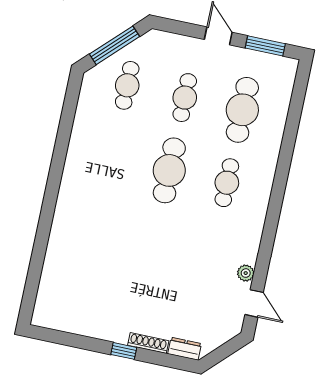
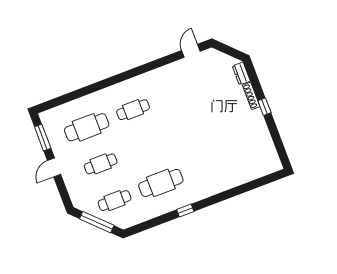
window: (57, 167) -> (185, 211), added
cafe table: (169, 170) -> (161, 183), moved
plant: (246, 273) -> (177, 67), removed

